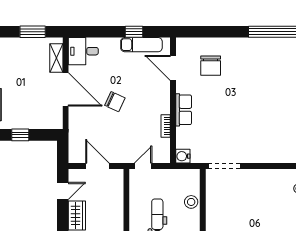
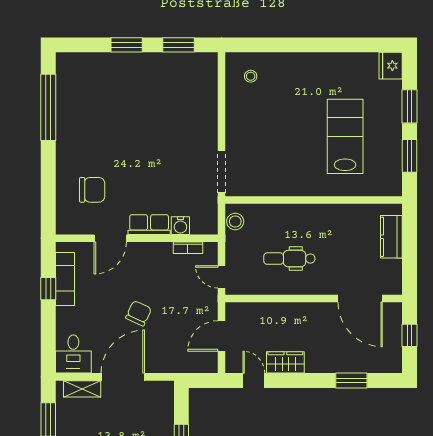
door: (173, 68) -> (110, 238), moved
bookcase: (166, 126) -> (188, 248), moved
water cooler: (183, 156) -> (180, 226), moved
stool: (191, 202) -> (235, 221), moved

